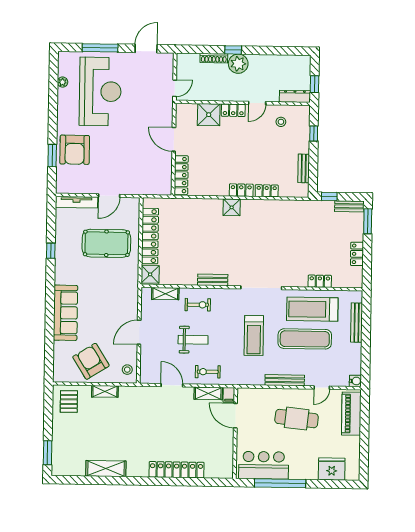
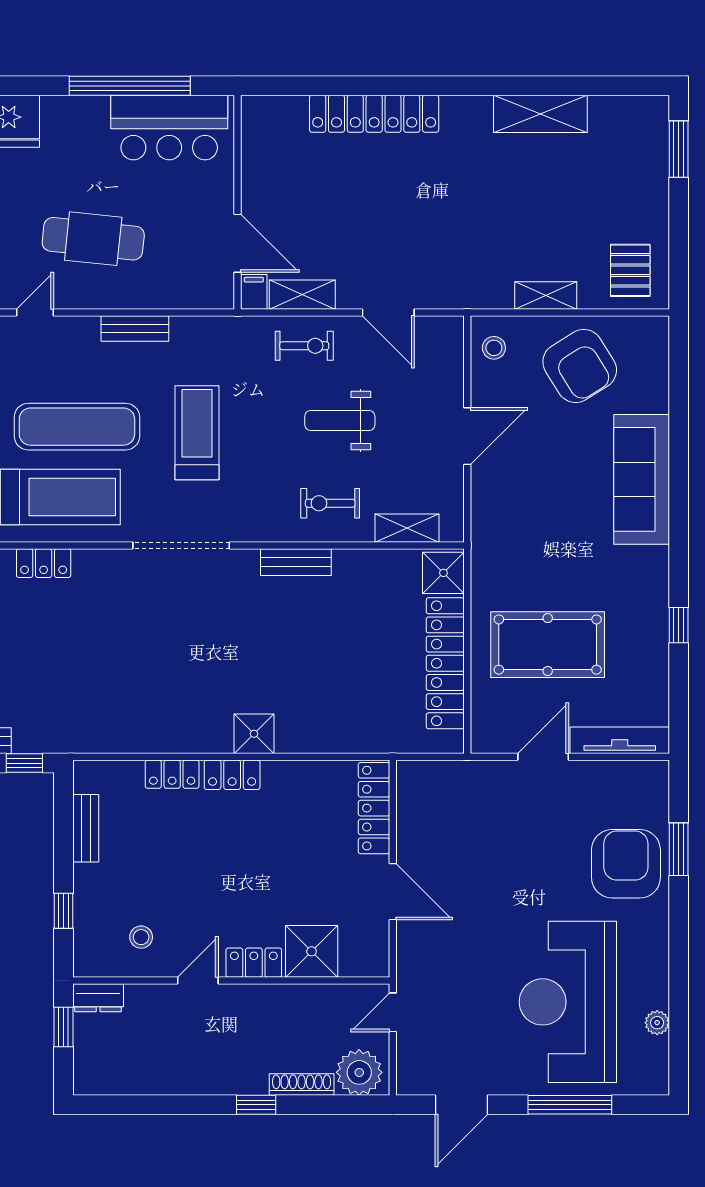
plant: (238, 64) -> (359, 1072), moved
dresser: (295, 96) -> (98, 998), width x0.70
bench: (285, 380) -> (135, 329), width x0.73

